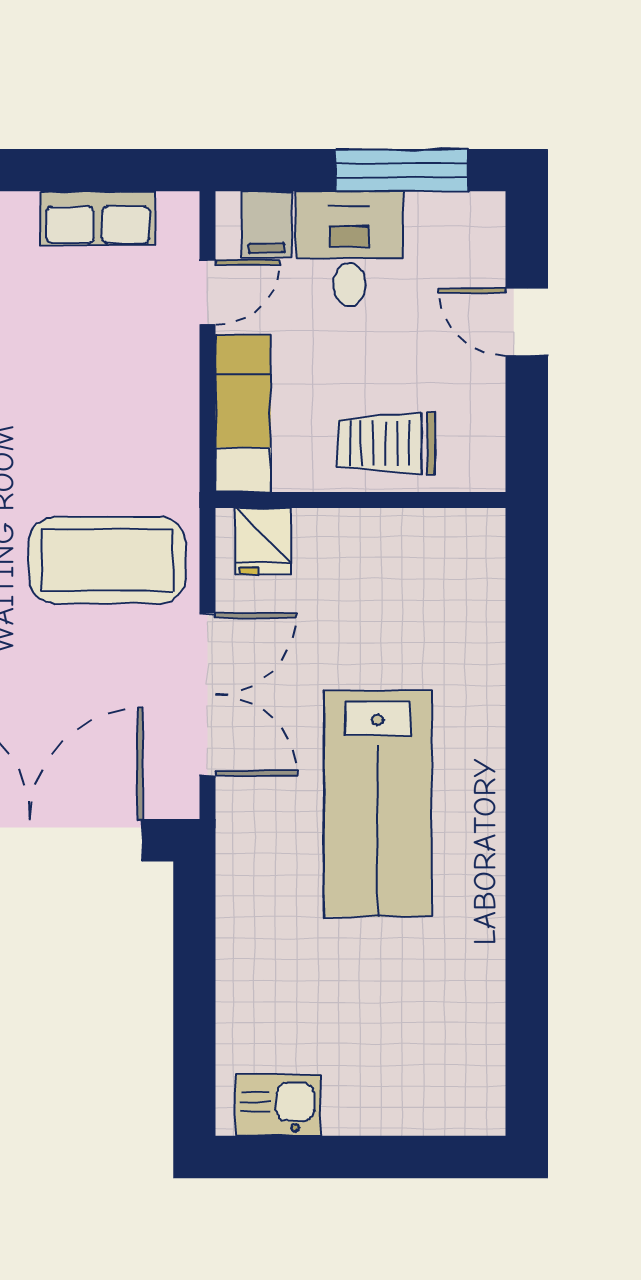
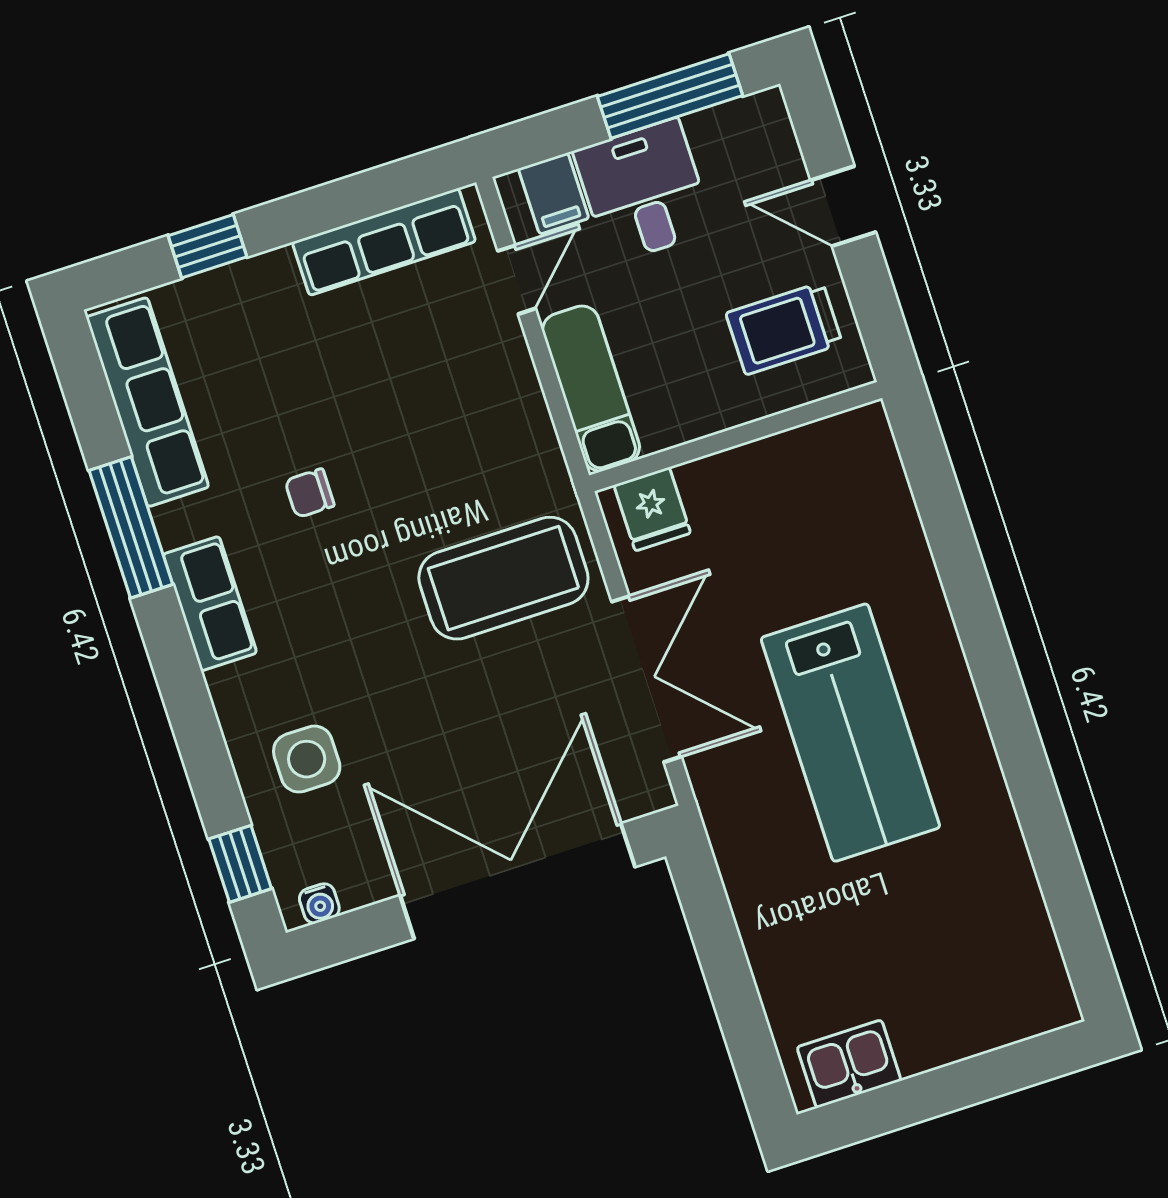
row of seats: (98, 218) -> (384, 242), width x1.48
trolley: (386, 443) -> (784, 328), moved

